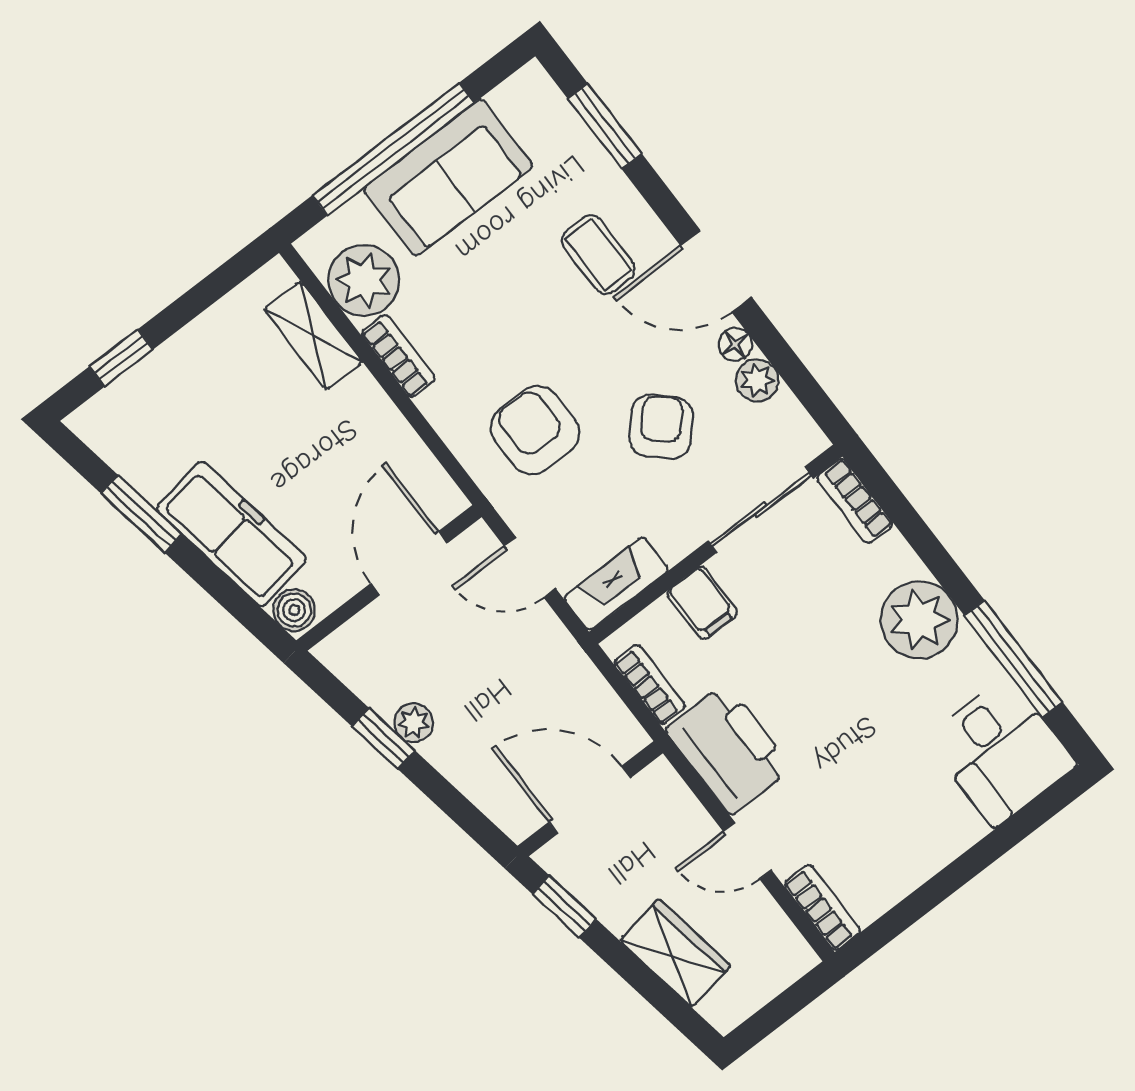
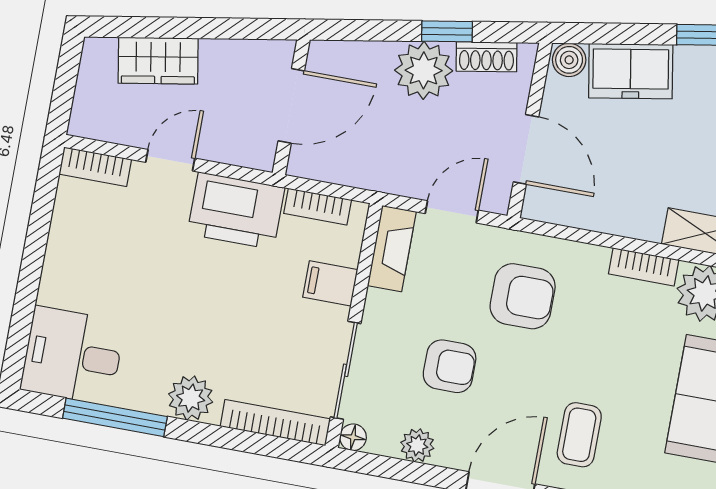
coffee table: (598, 255) -> (579, 435), turned 90
floor lamp: (735, 344) -> (353, 437), moved
armchair: (661, 426) -> (450, 366), turned -43
bookcase: (855, 501) -> (275, 423), width x1.56
freezer: (231, 534) -> (631, 71), width x0.71
plant: (919, 620) -> (191, 398), width x0.73, depth x0.73
shoe rack: (368, 682) -> (487, 57), added
plant: (414, 723) -> (424, 70), width x1.88, depth x1.88
window: (564, 907) -> (249, 29), removed

